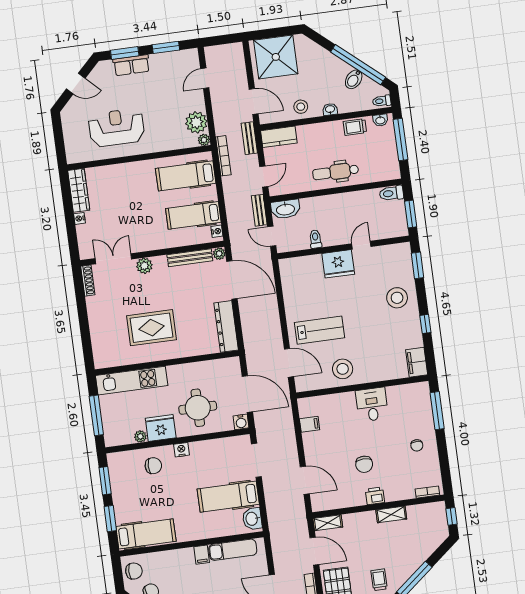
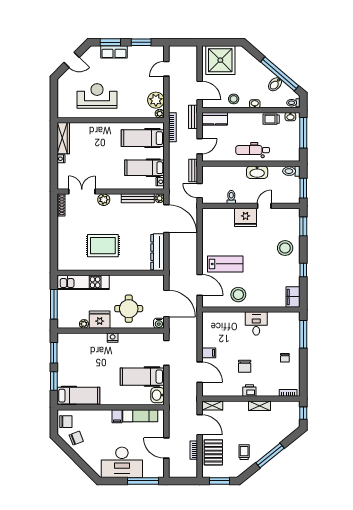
washbasin: (285, 209) -> (257, 172), moved
filing cabinet: (310, 424) -> (209, 353), moved
chair: (153, 466) -> (91, 347), removed

